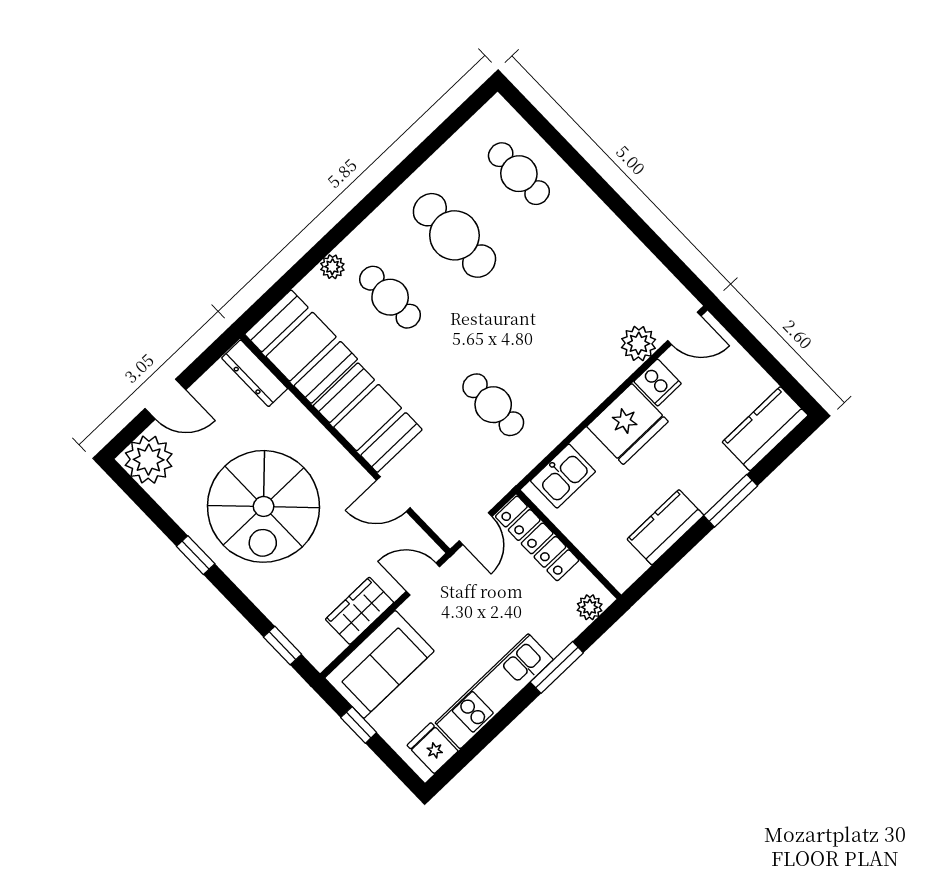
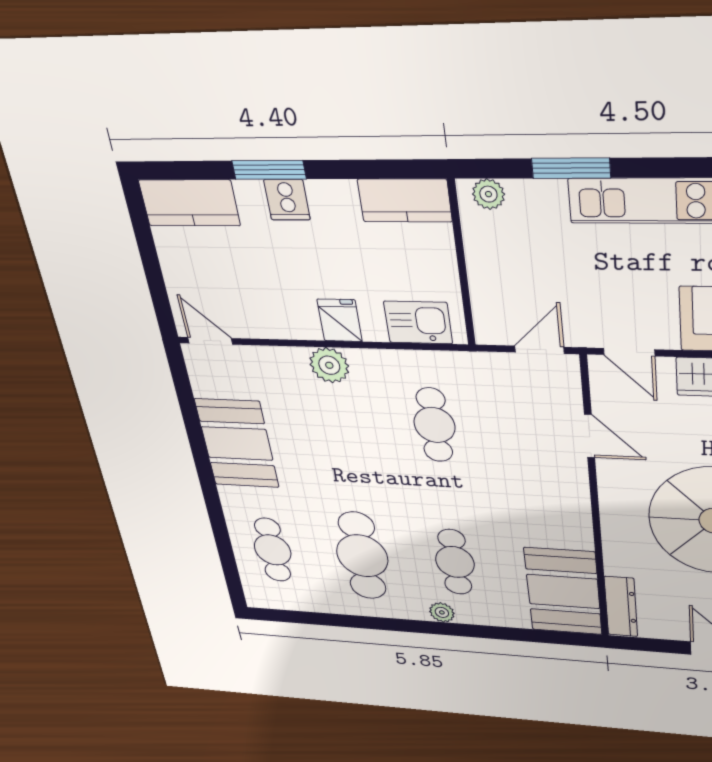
plant: (332, 267) -> (442, 612), moved
plant: (639, 343) -> (329, 365), moved
cooker: (658, 383) -> (287, 200), moved, turned 180
booth: (368, 418) -> (237, 443), moved
fridge: (628, 424) -> (340, 320), width x0.53, depth x0.75
kitchen counter: (665, 527) -> (405, 201), moved
locker: (537, 538) -> (488, 294), removed

